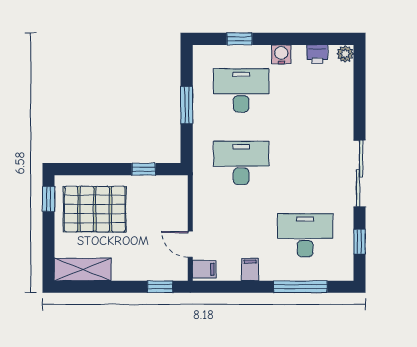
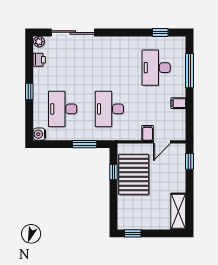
window: (240, 39) -> (29, 91), moved
water cooler: (281, 54) -> (39, 134), moved
window: (187, 105) -> (85, 144), moved
sliding door: (360, 173) -> (73, 32), moved
pallet: (95, 209) -> (134, 174), moved
filing cabinet: (204, 269) -> (148, 133), moved

